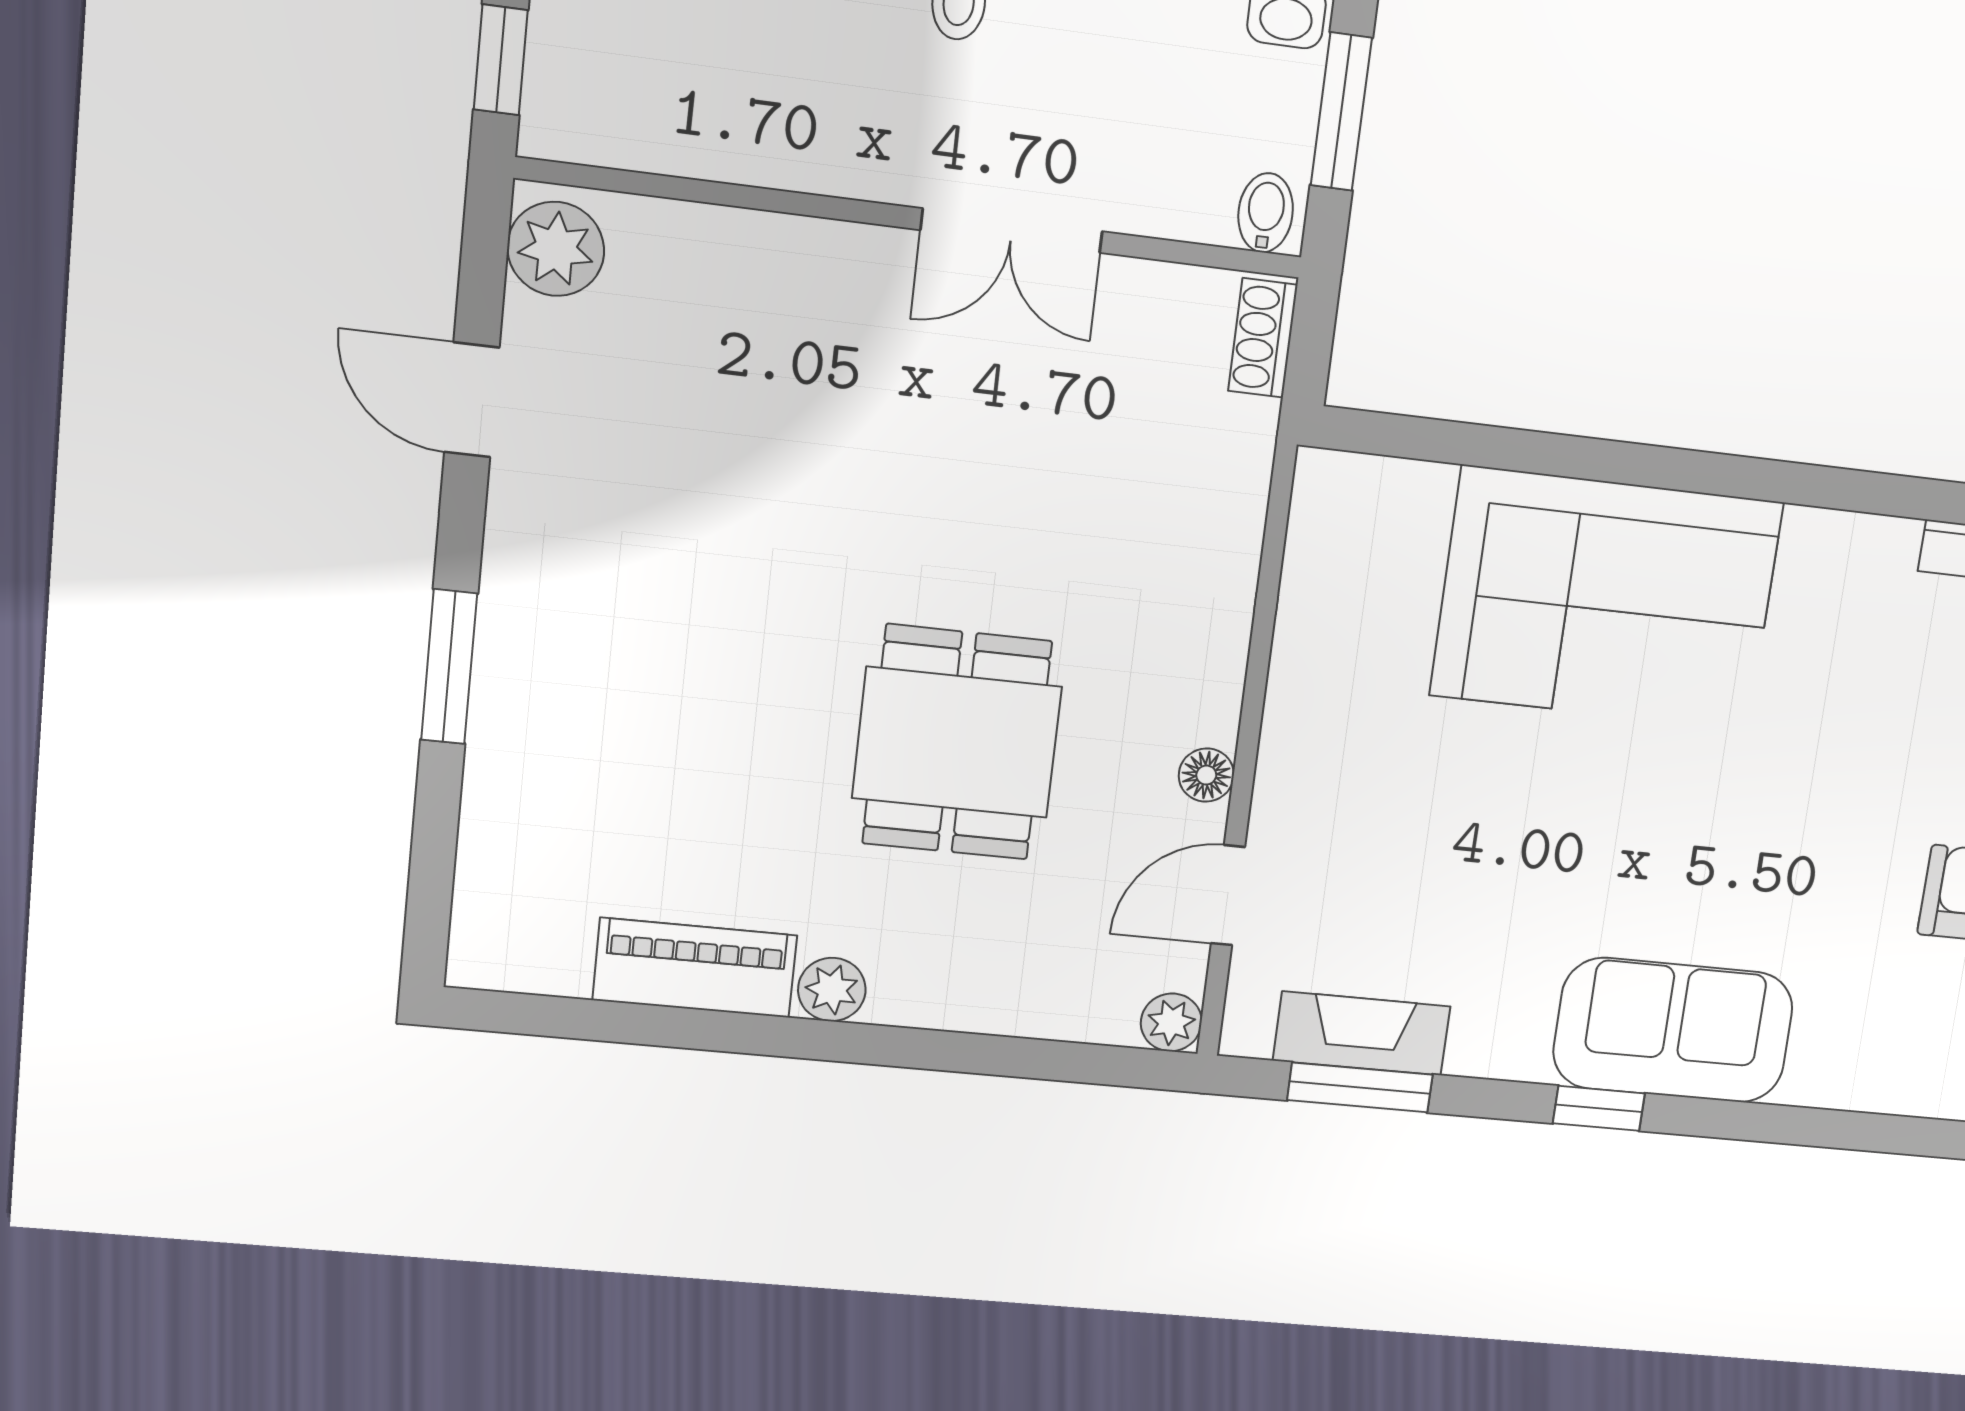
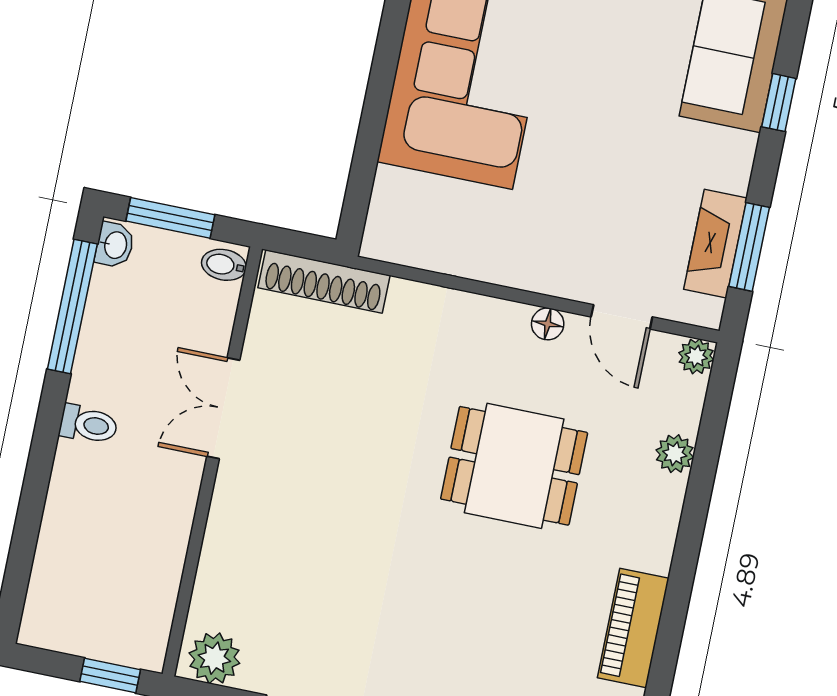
double door: (1012, 231) -> (223, 408), swing flipped
shoe rack: (1263, 338) -> (324, 282), width x1.94, depth x1.24
plant: (832, 990) -> (675, 454), moved

